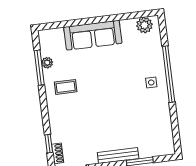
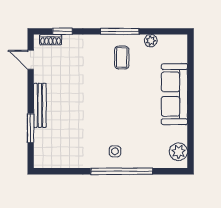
window: (39, 68) -> (120, 31), moved

